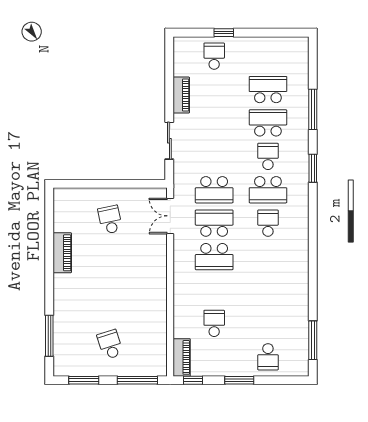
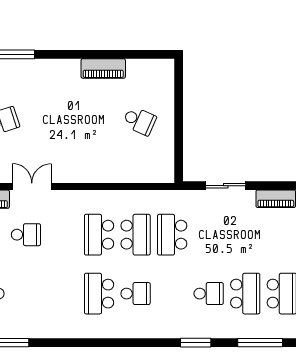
school desk: (268, 190) -> (99, 294), moved
double door: (170, 216) -> (32, 187), moved
school desk: (110, 220) -> (139, 121), turned 36

